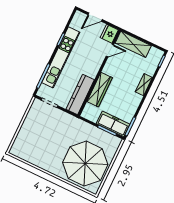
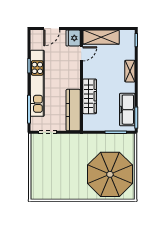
freezer: (113, 124) -> (127, 110), moved, turned -90

